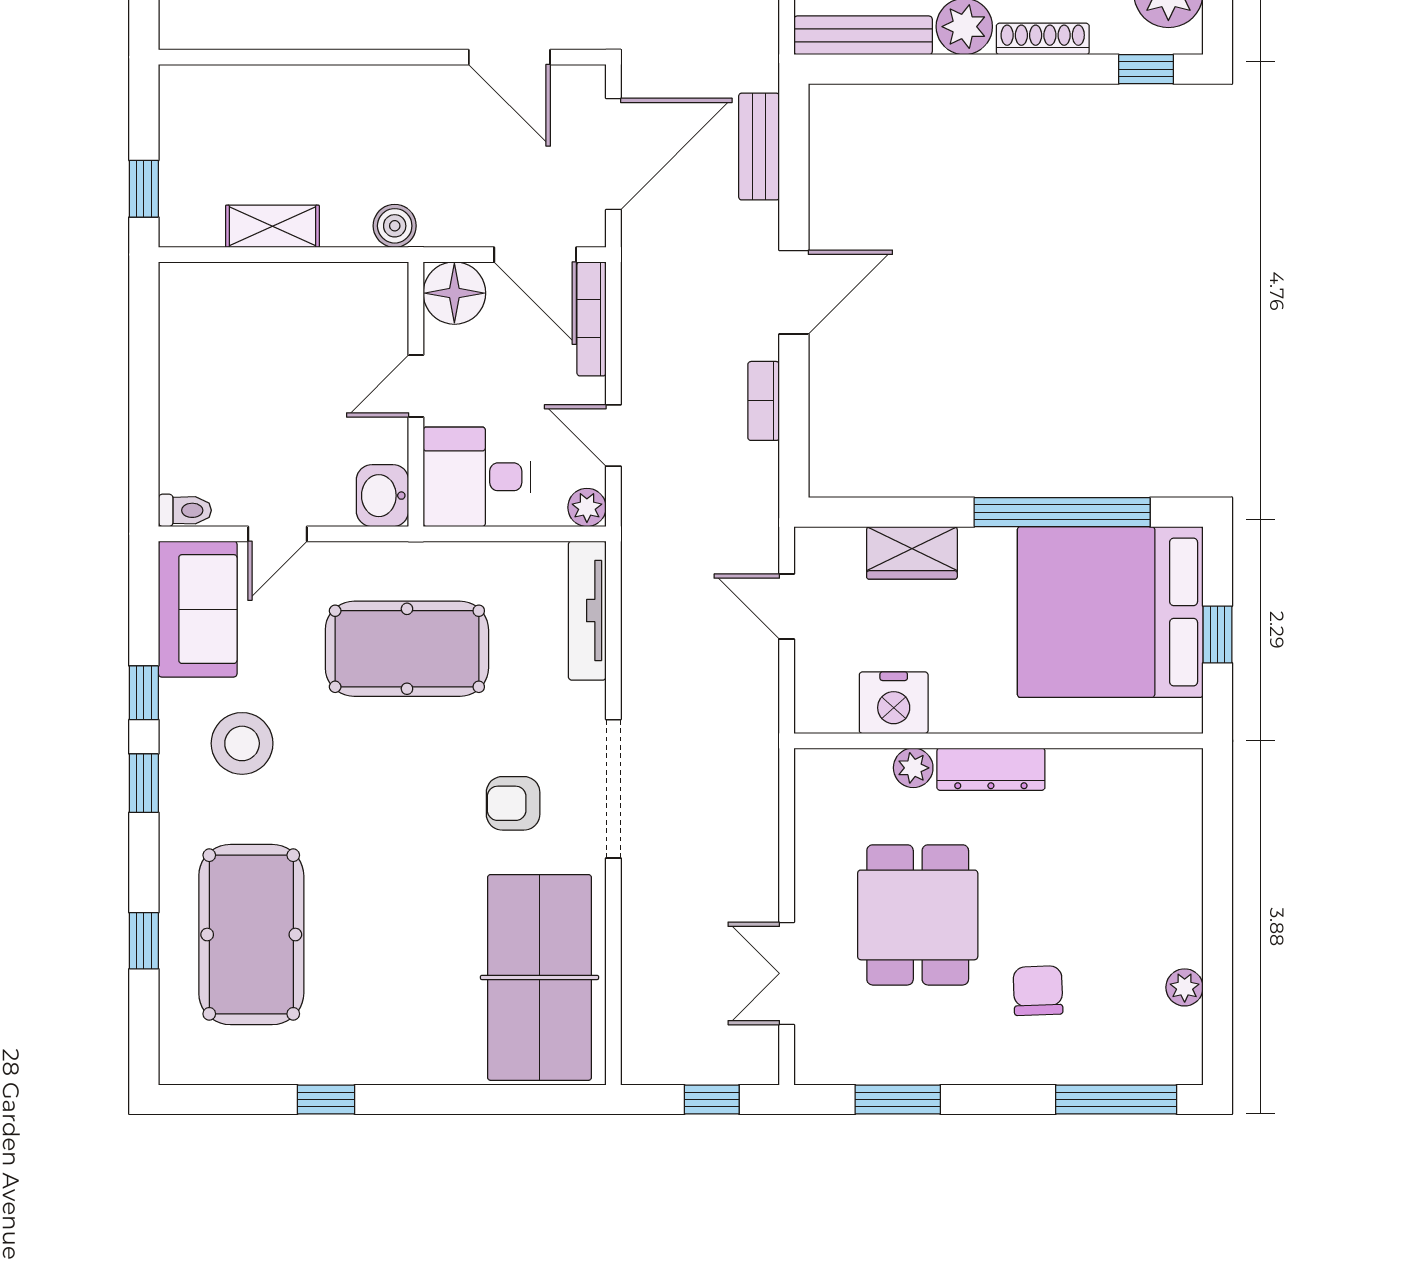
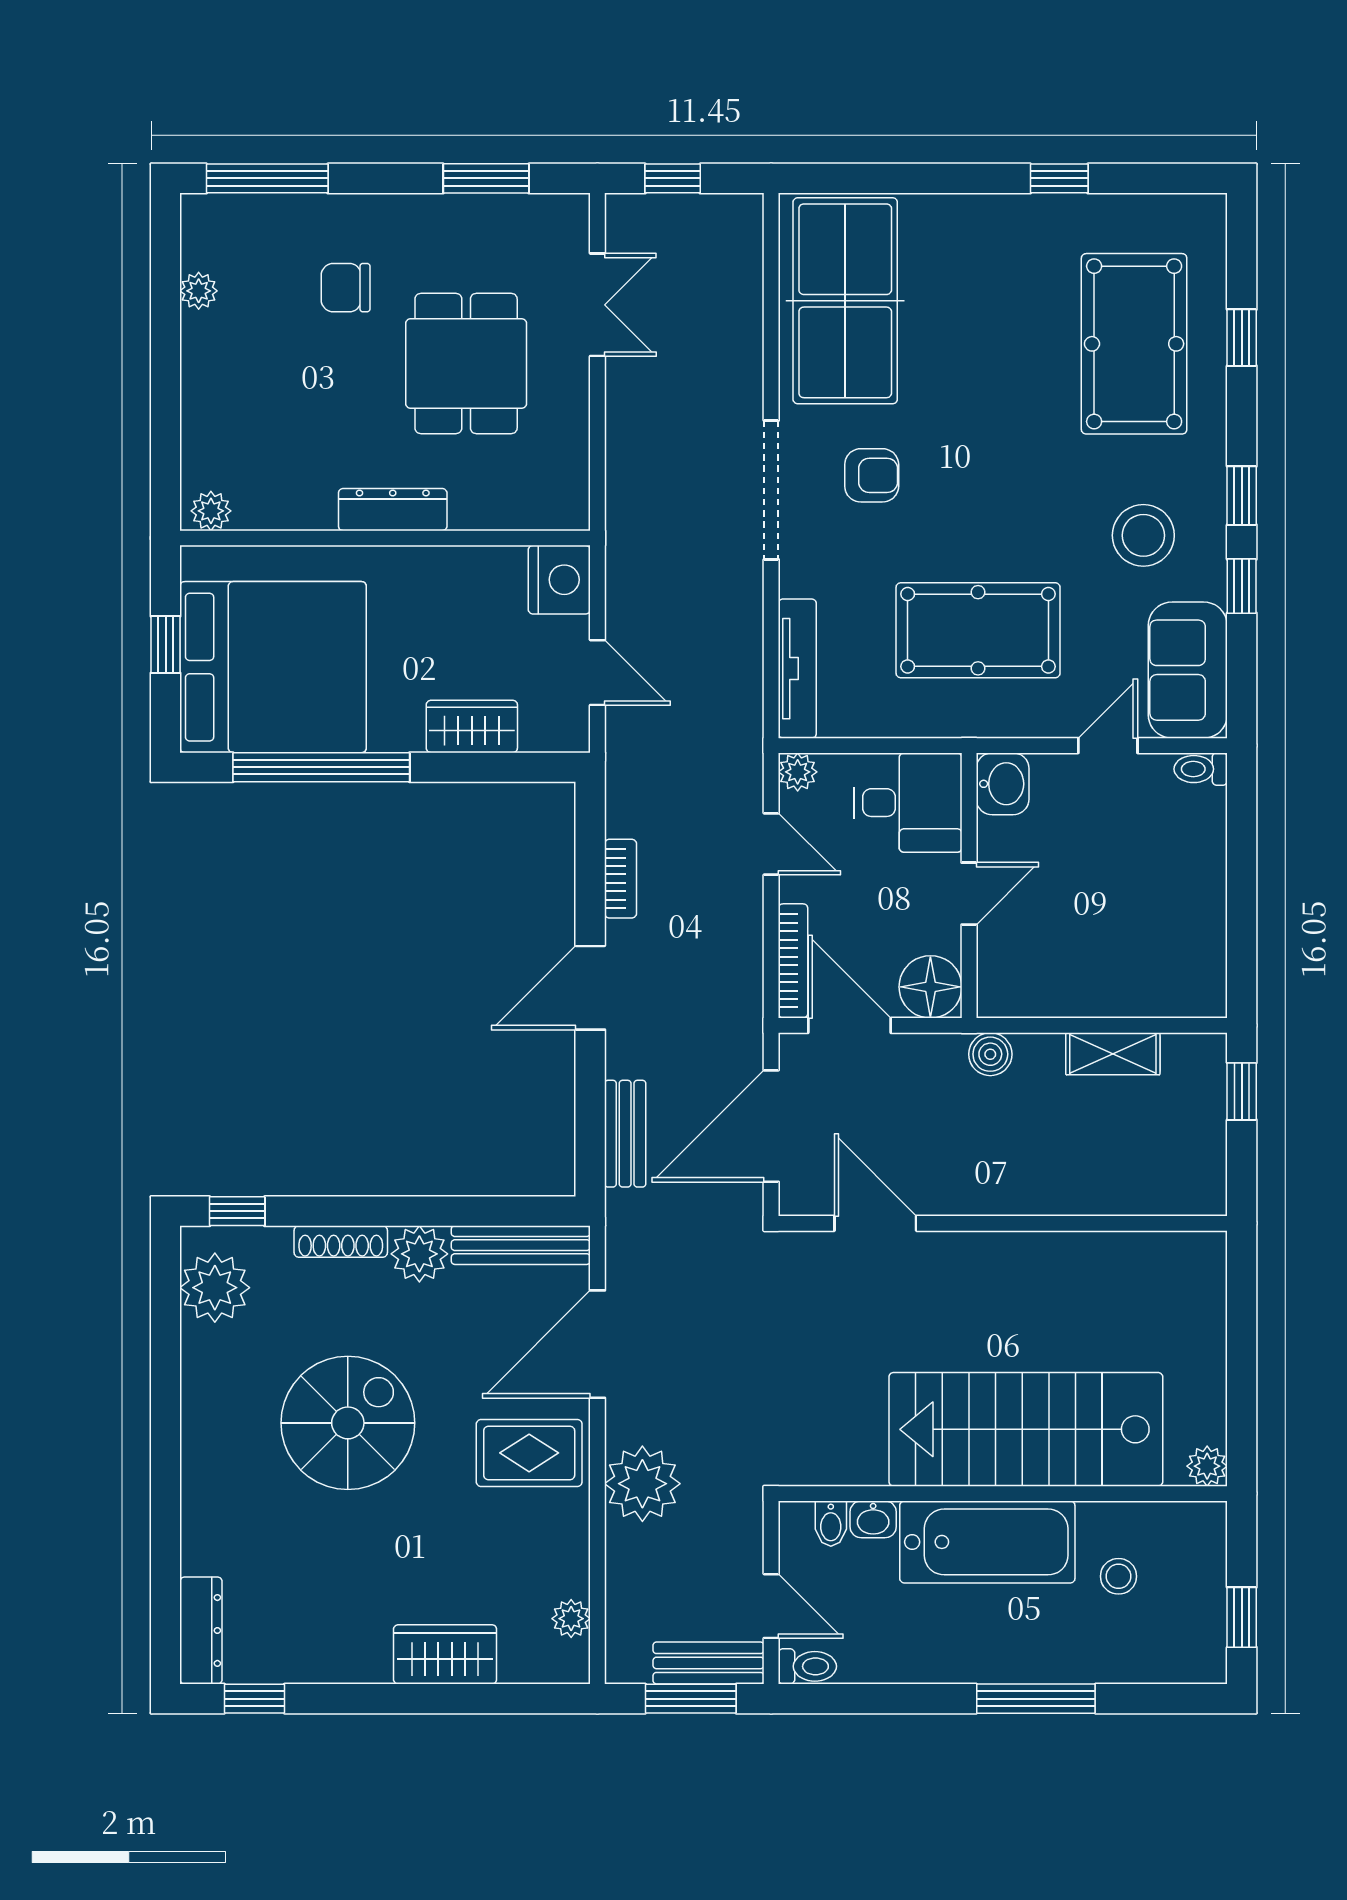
nightstand: (894, 703) -> (559, 580), moved, turned 90
plant: (913, 768) -> (211, 511), moved
chair: (1038, 991) -> (346, 288), turned 92

